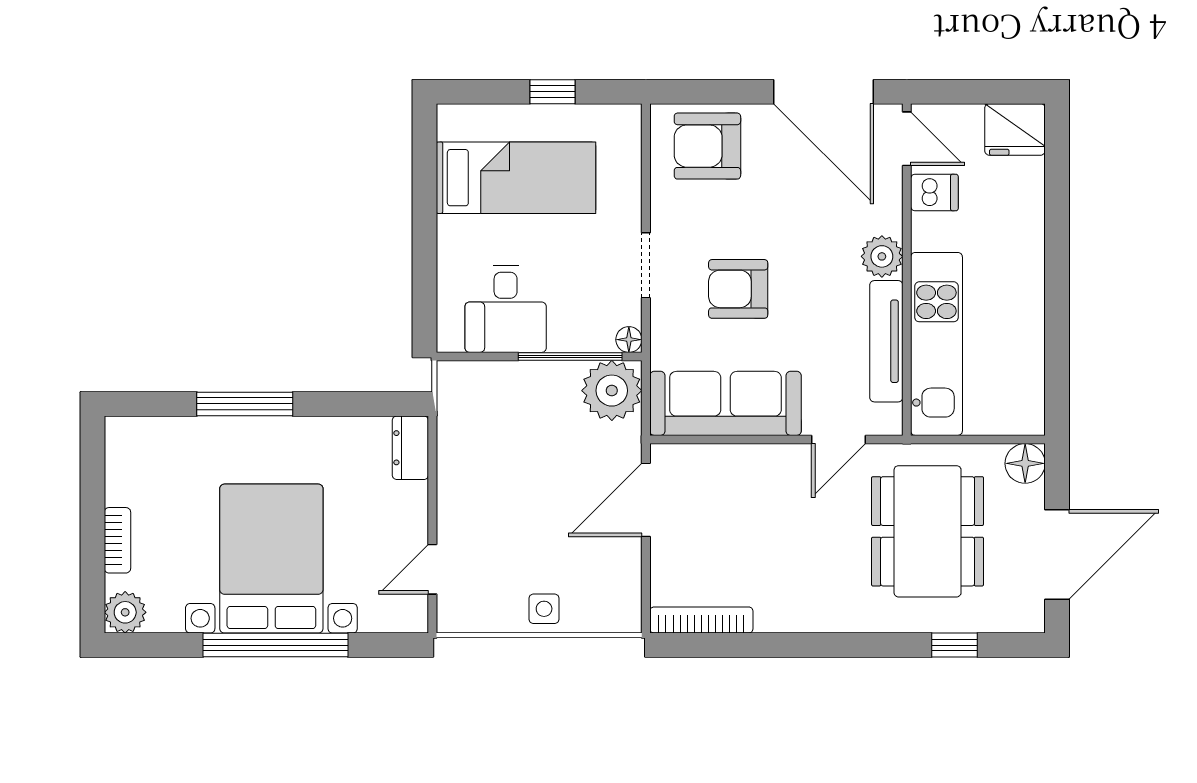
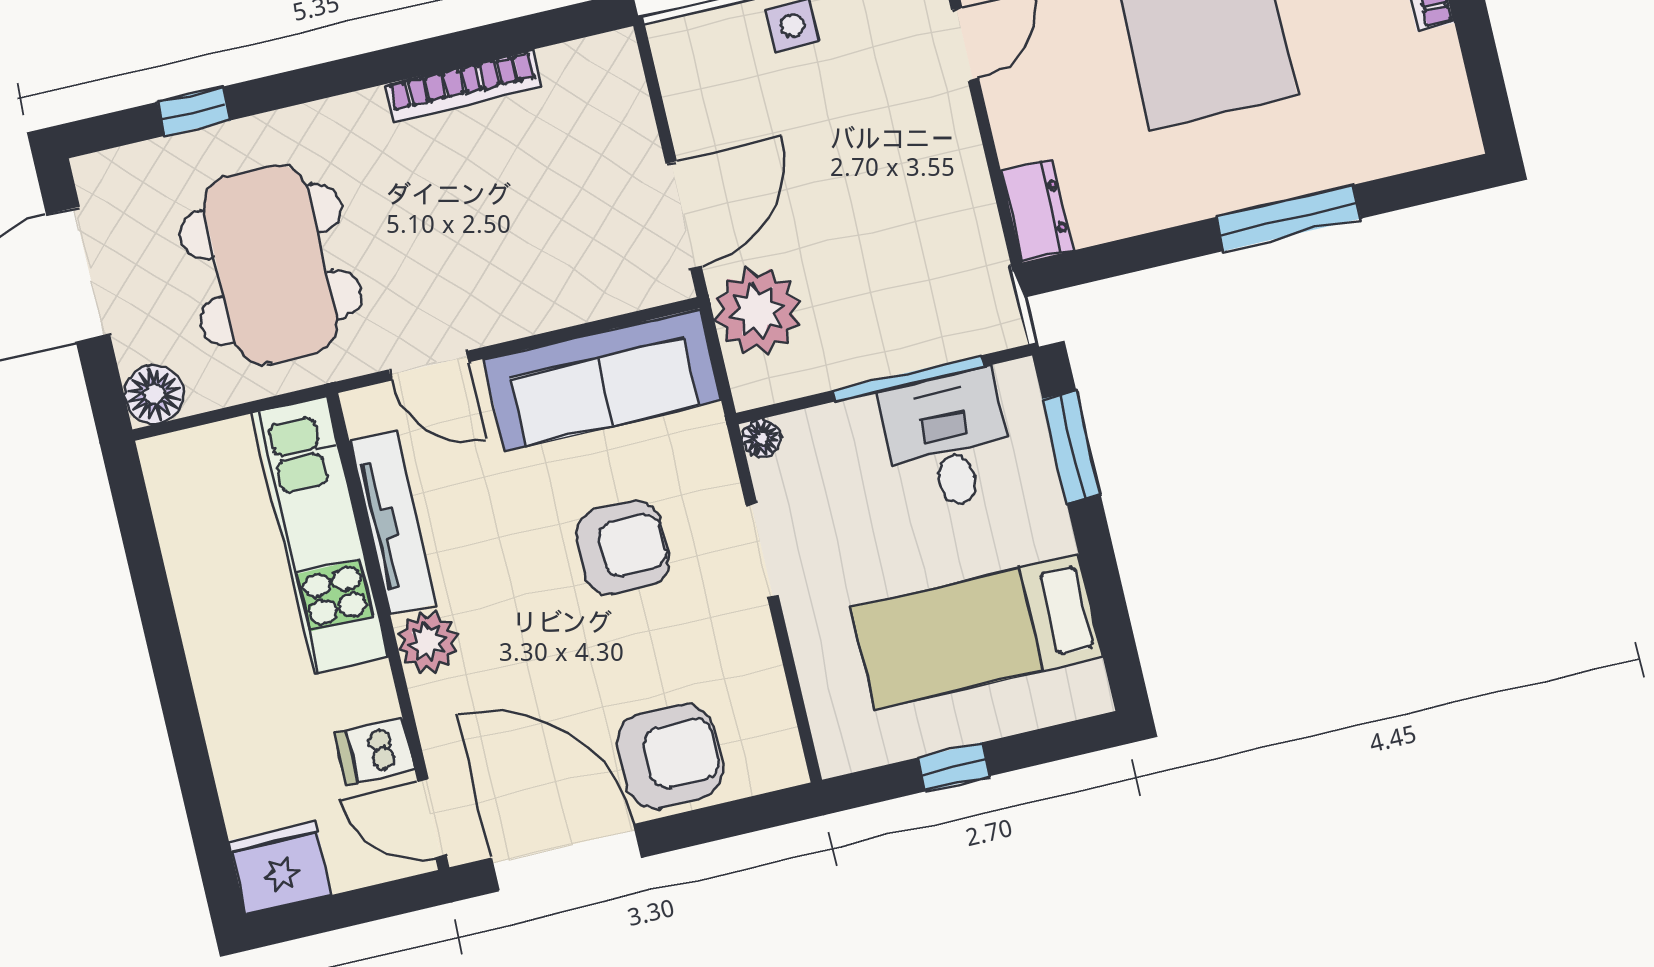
armchair: (707, 146) -> (670, 756), moved
window: (424, 286) -> (1071, 447), added
window: (570, 356) -> (908, 378), moved
plant: (612, 391) -> (757, 311), moved
door: (838, 439) -> (429, 366), swing flipped
bookcase: (701, 620) -> (463, 86), moved

